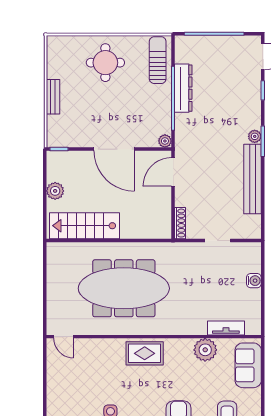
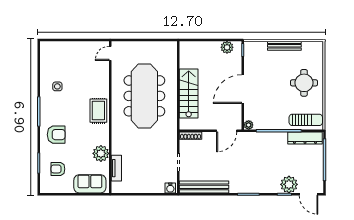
dresser: (183, 88) -> (305, 138), moved
bench: (53, 97) -> (284, 46), width x1.36
plant: (255, 136) -> (289, 184), moved, width x1.87, depth x1.87
door: (173, 172) -> (227, 131), swing flipped
bench: (253, 179) -> (204, 187), moved
plant: (55, 191) -> (227, 47), moved
stairs: (84, 226) -> (189, 94), moved
water cooler: (254, 281) -> (170, 188), moved

